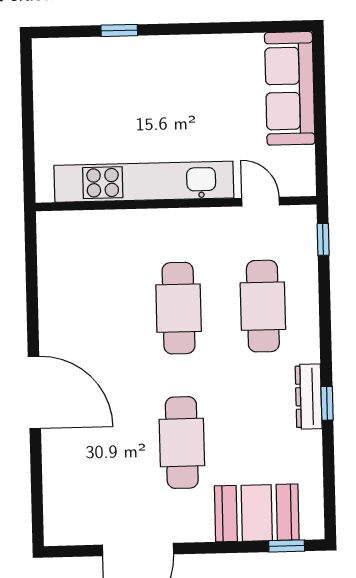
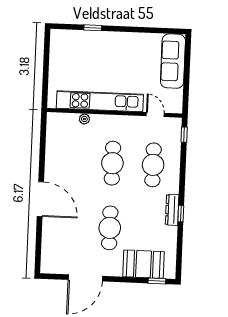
plant: (114, 220) -> (84, 119), added

